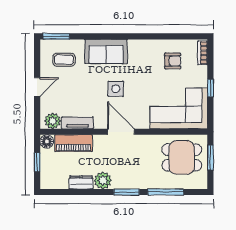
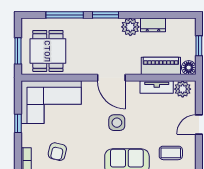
armchair: (173, 61) -> (57, 152), turned -77
dining table: (182, 157) -> (48, 51), turned 90

